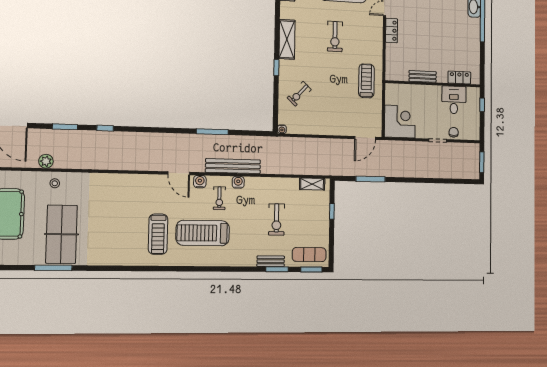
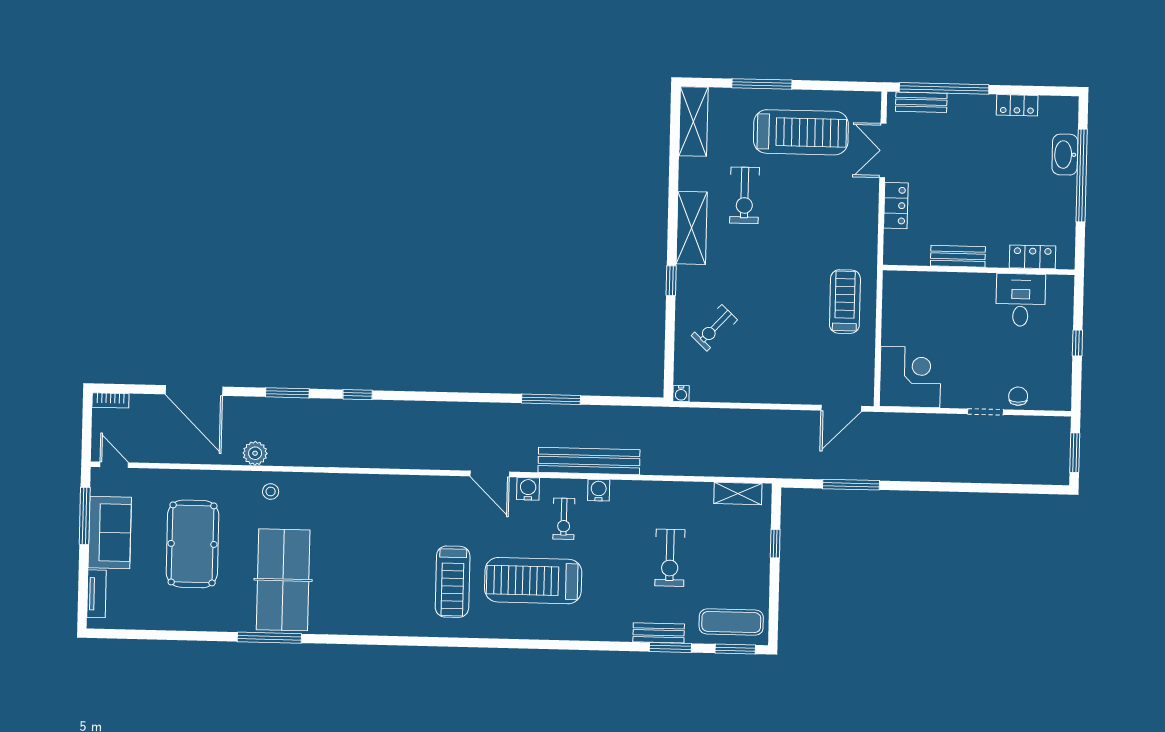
exercise bike: (335, 36) -> (745, 195), moved
bench: (423, 76) -> (958, 256), moved
locker: (459, 78) -> (1033, 257), moved
wall: (433, 84) -> (979, 270), moved
desk: (454, 100) -> (1021, 300), moved

